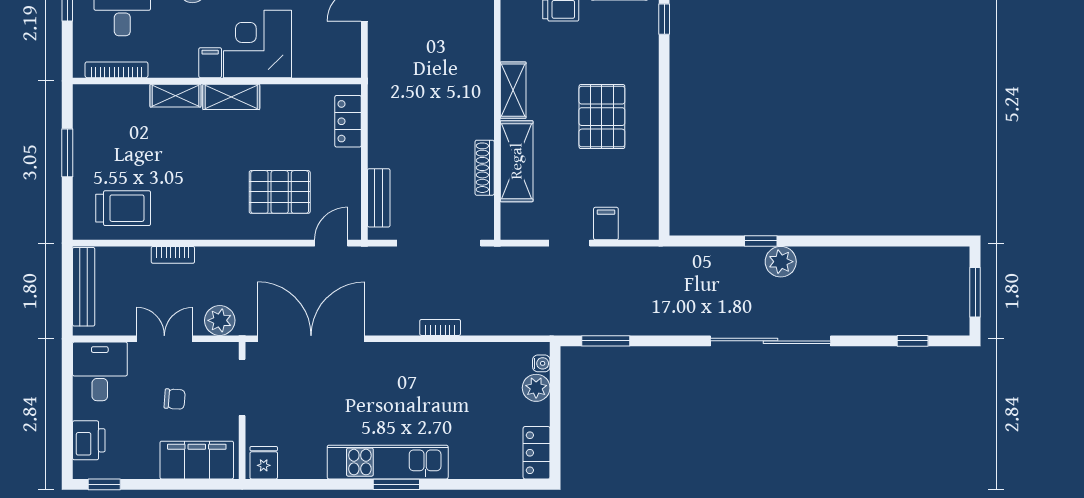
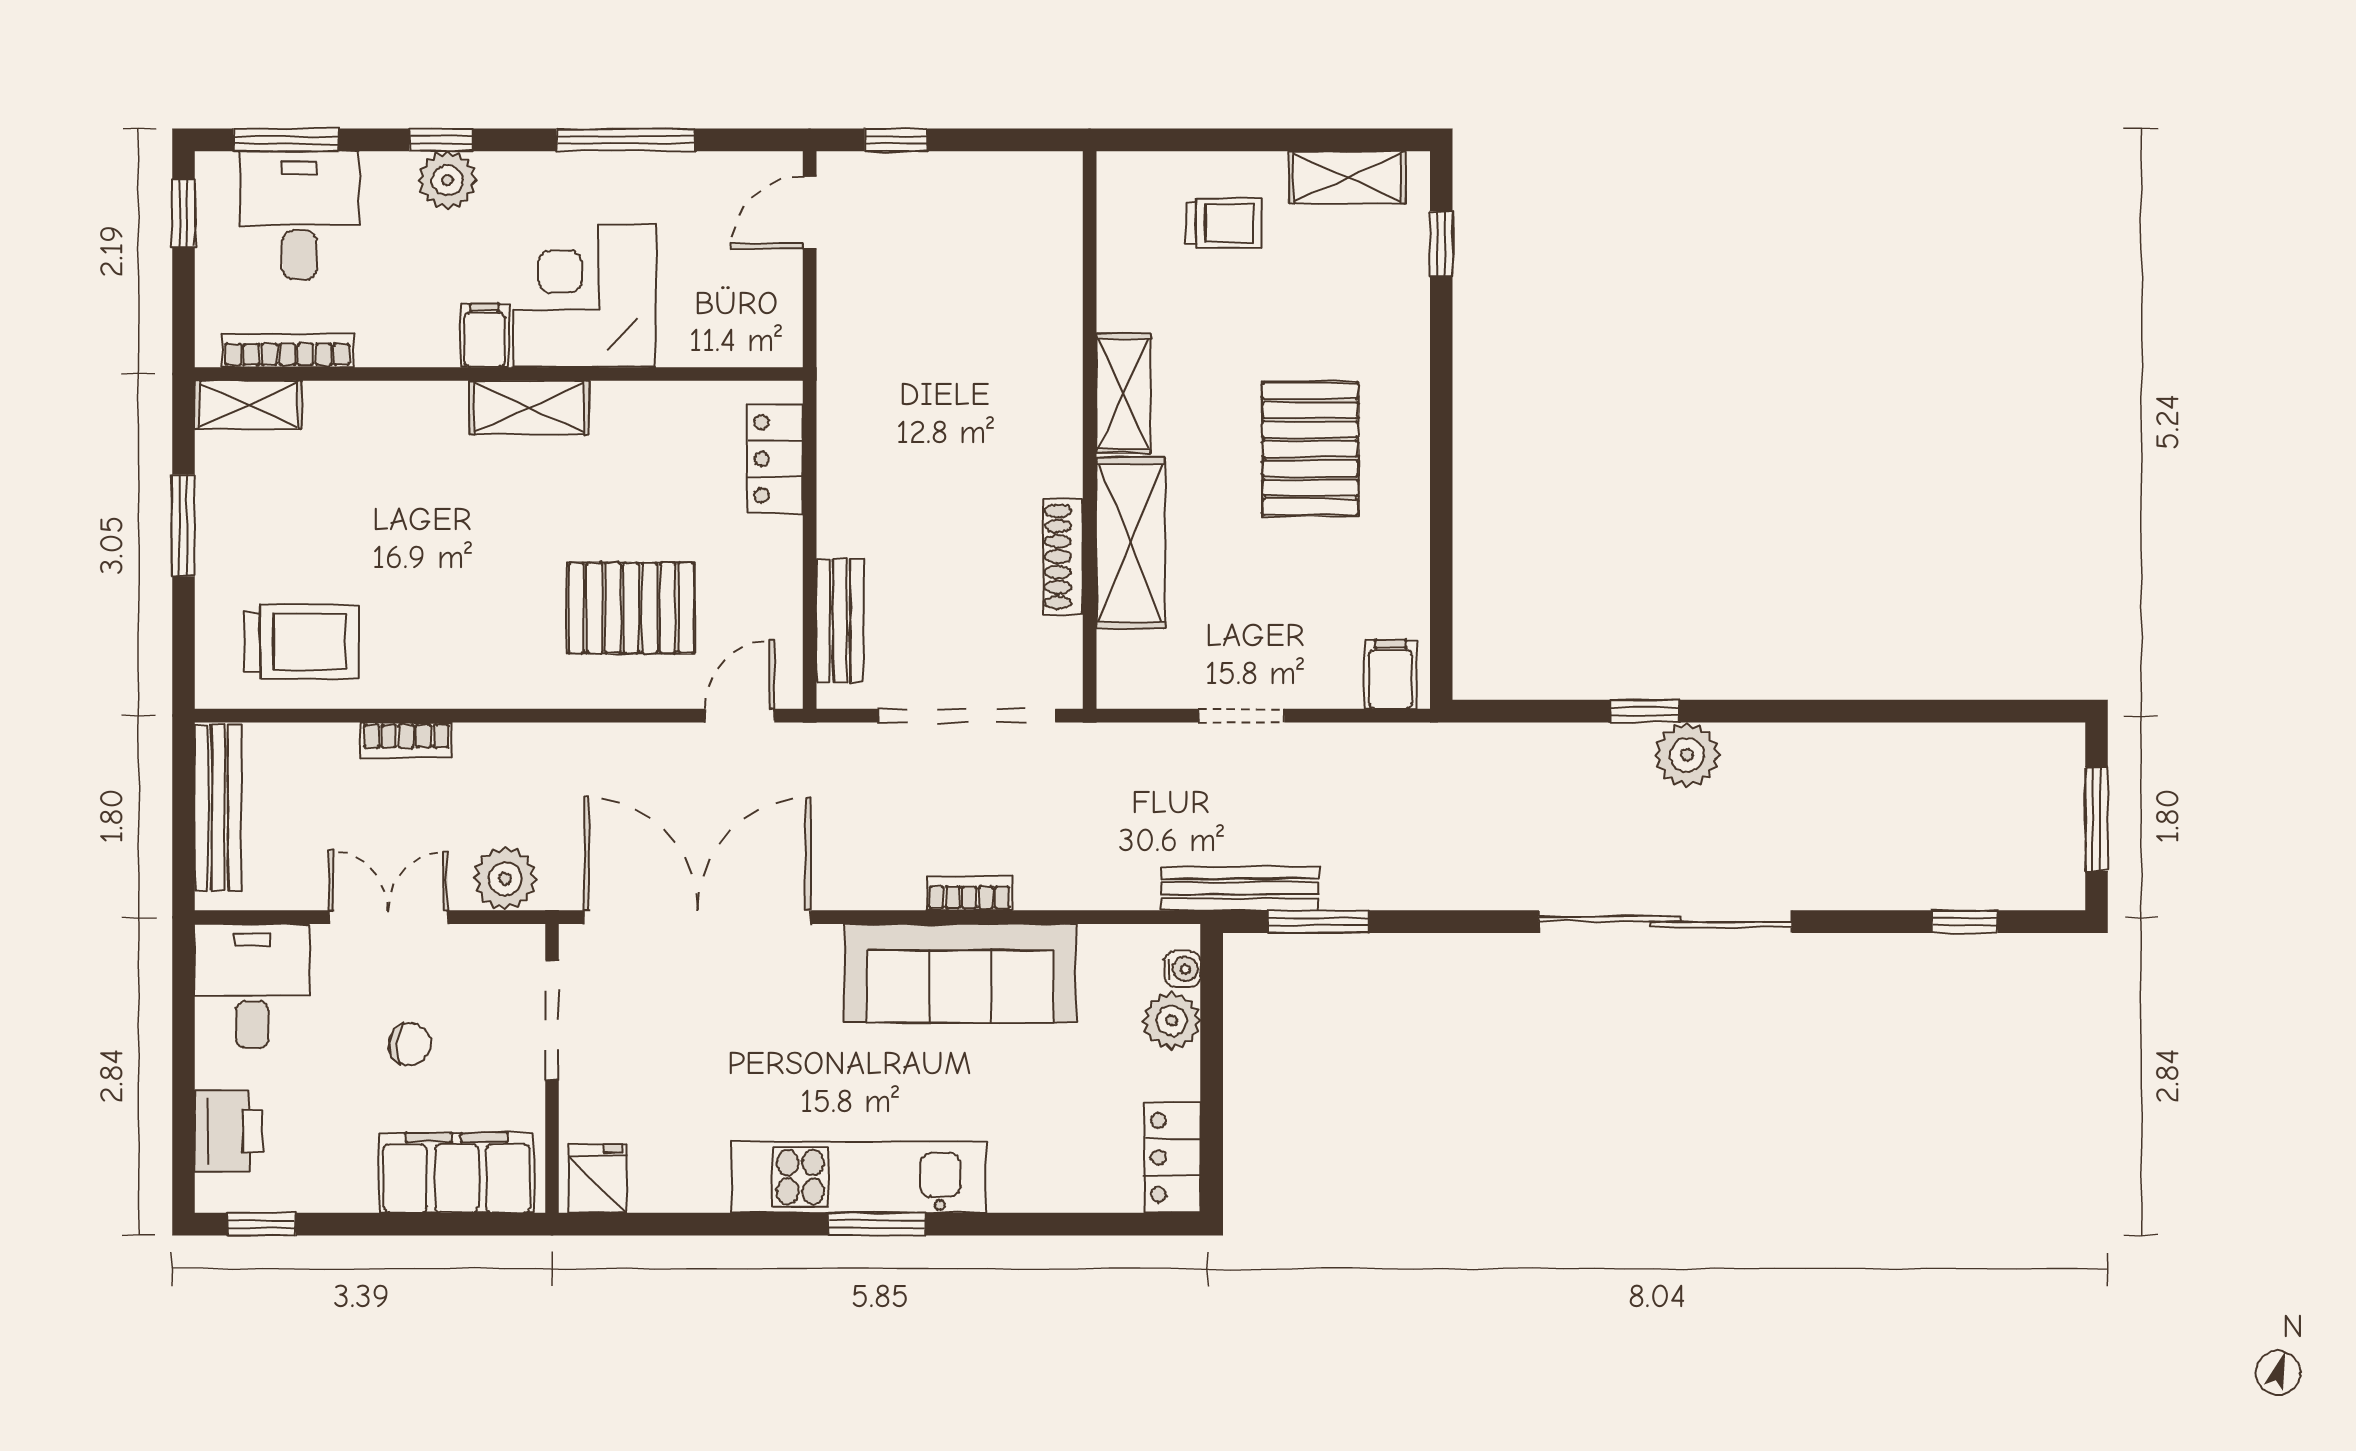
shelving: (175, 96) -> (248, 405), moved
filing cabinet: (606, 224) -> (1390, 674), moved
bench: (568, 325) -> (1240, 888), added
sofa: (436, 365) -> (960, 973), added

